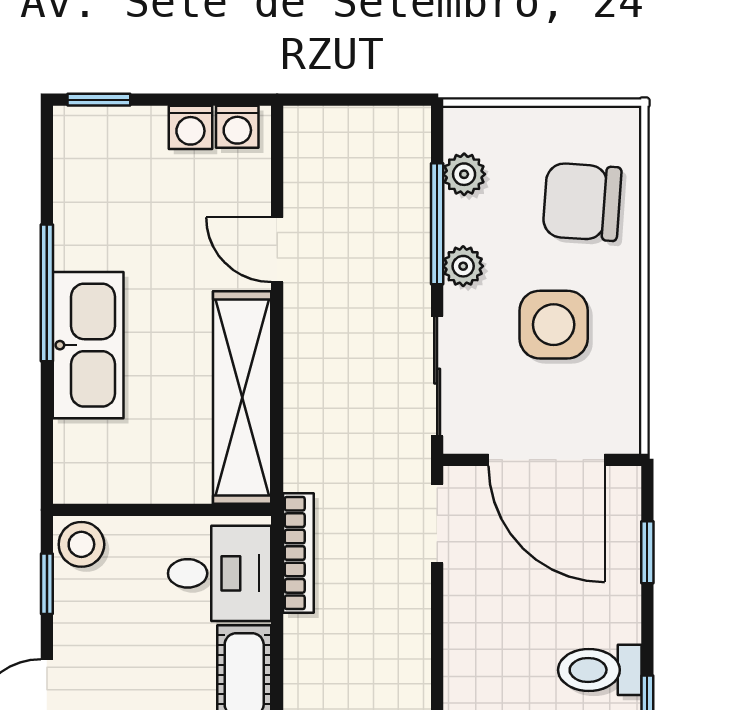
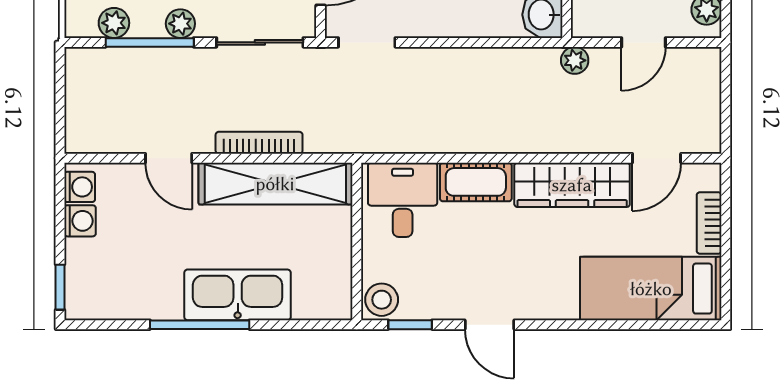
door: (277, 250) -> (169, 158), hinge flipped
bookcase: (298, 553) -> (259, 143), moved

